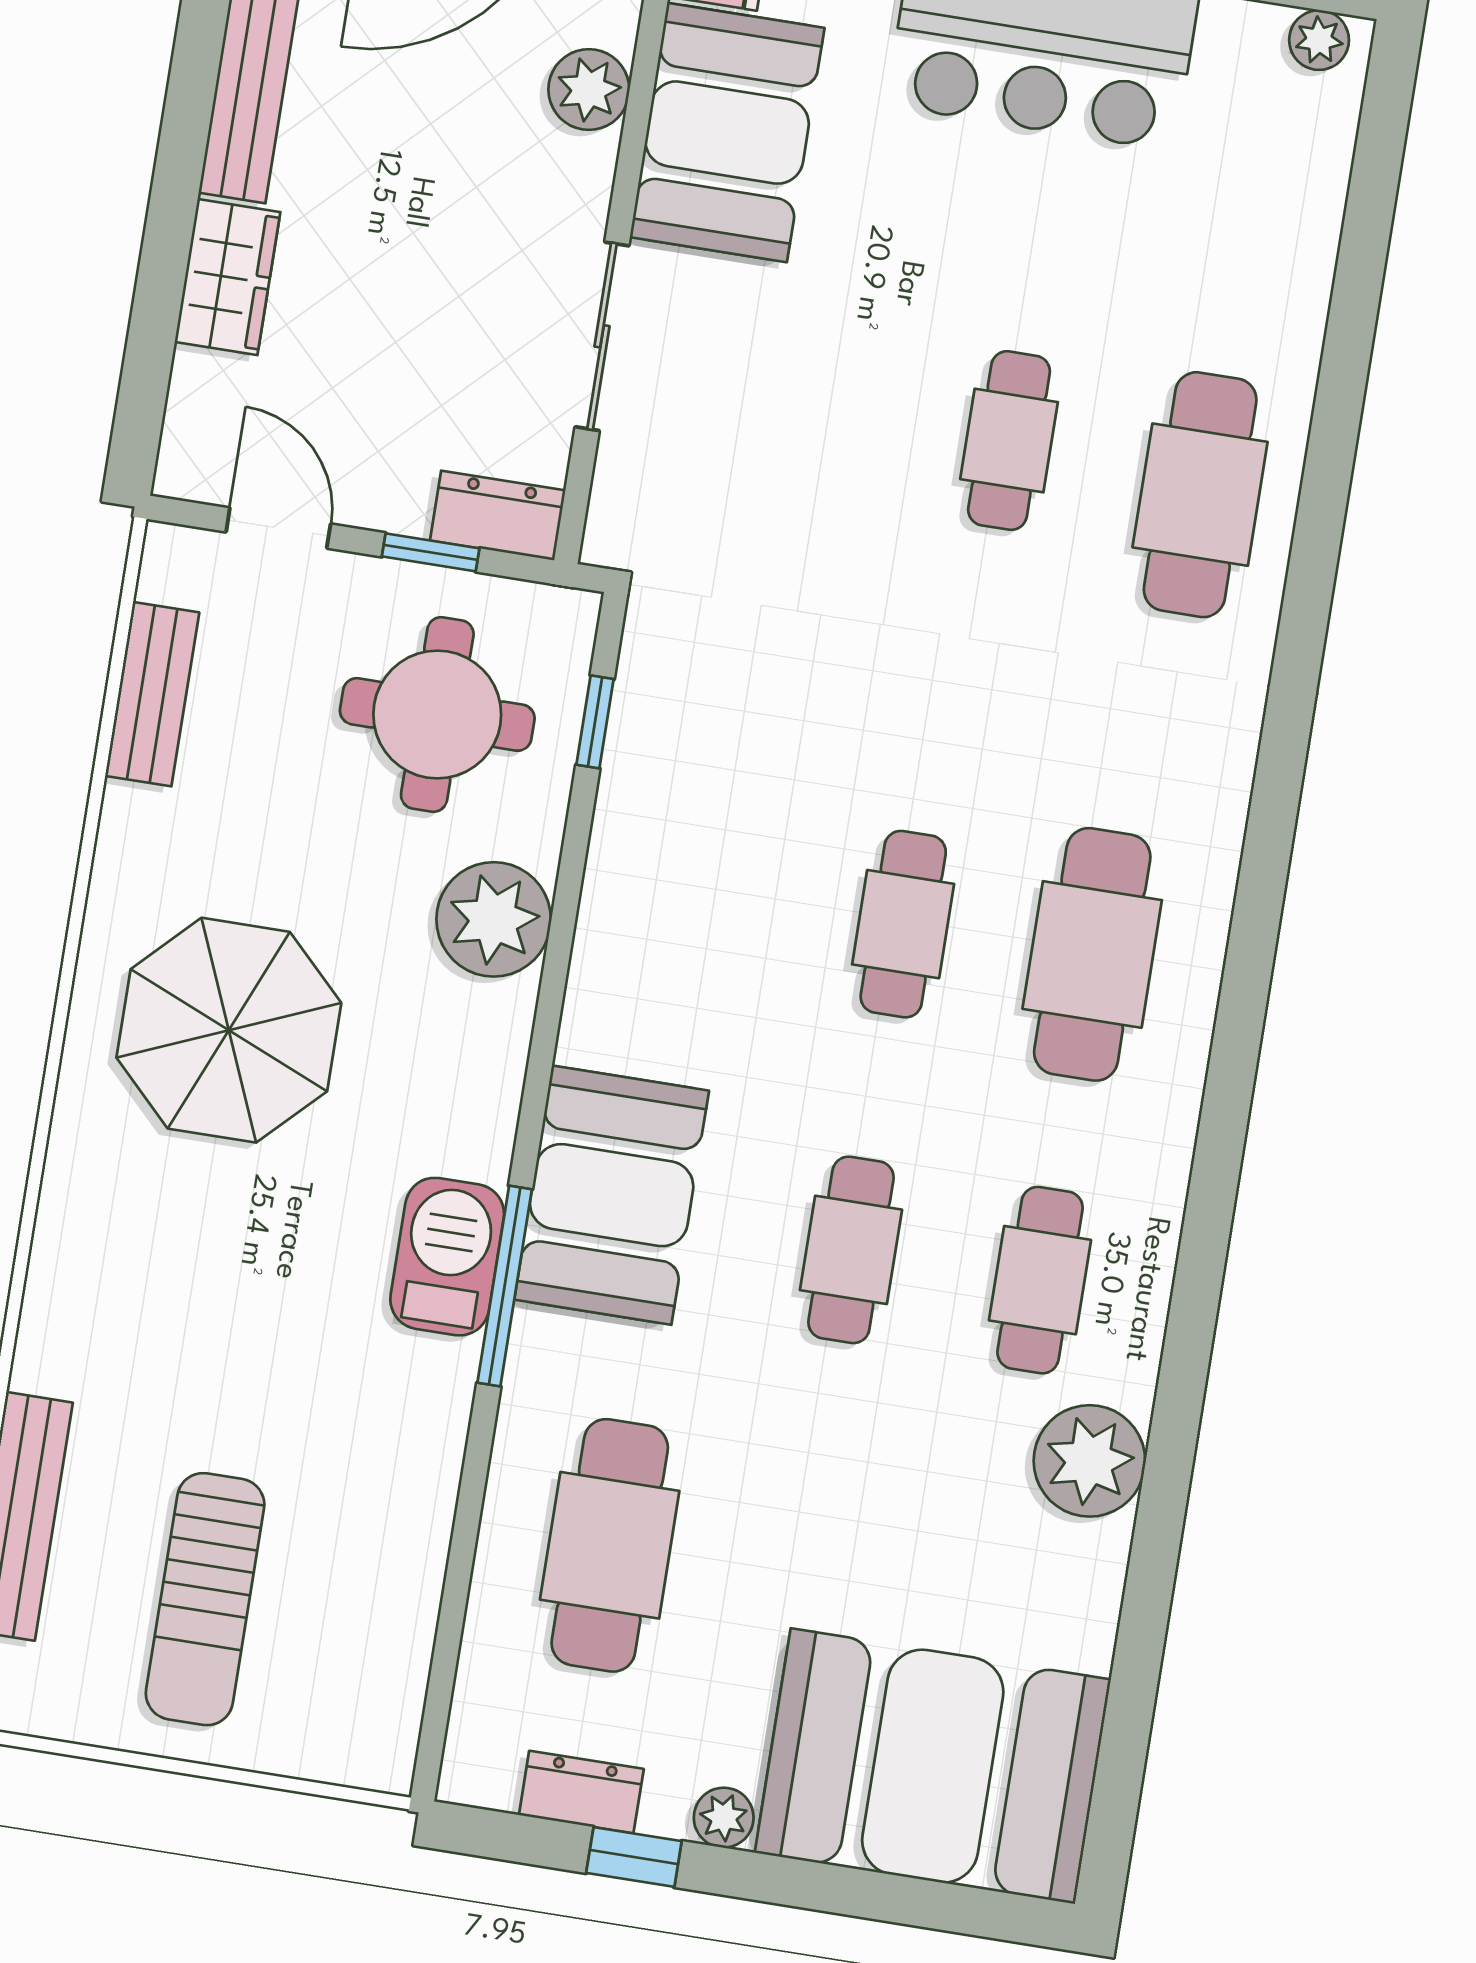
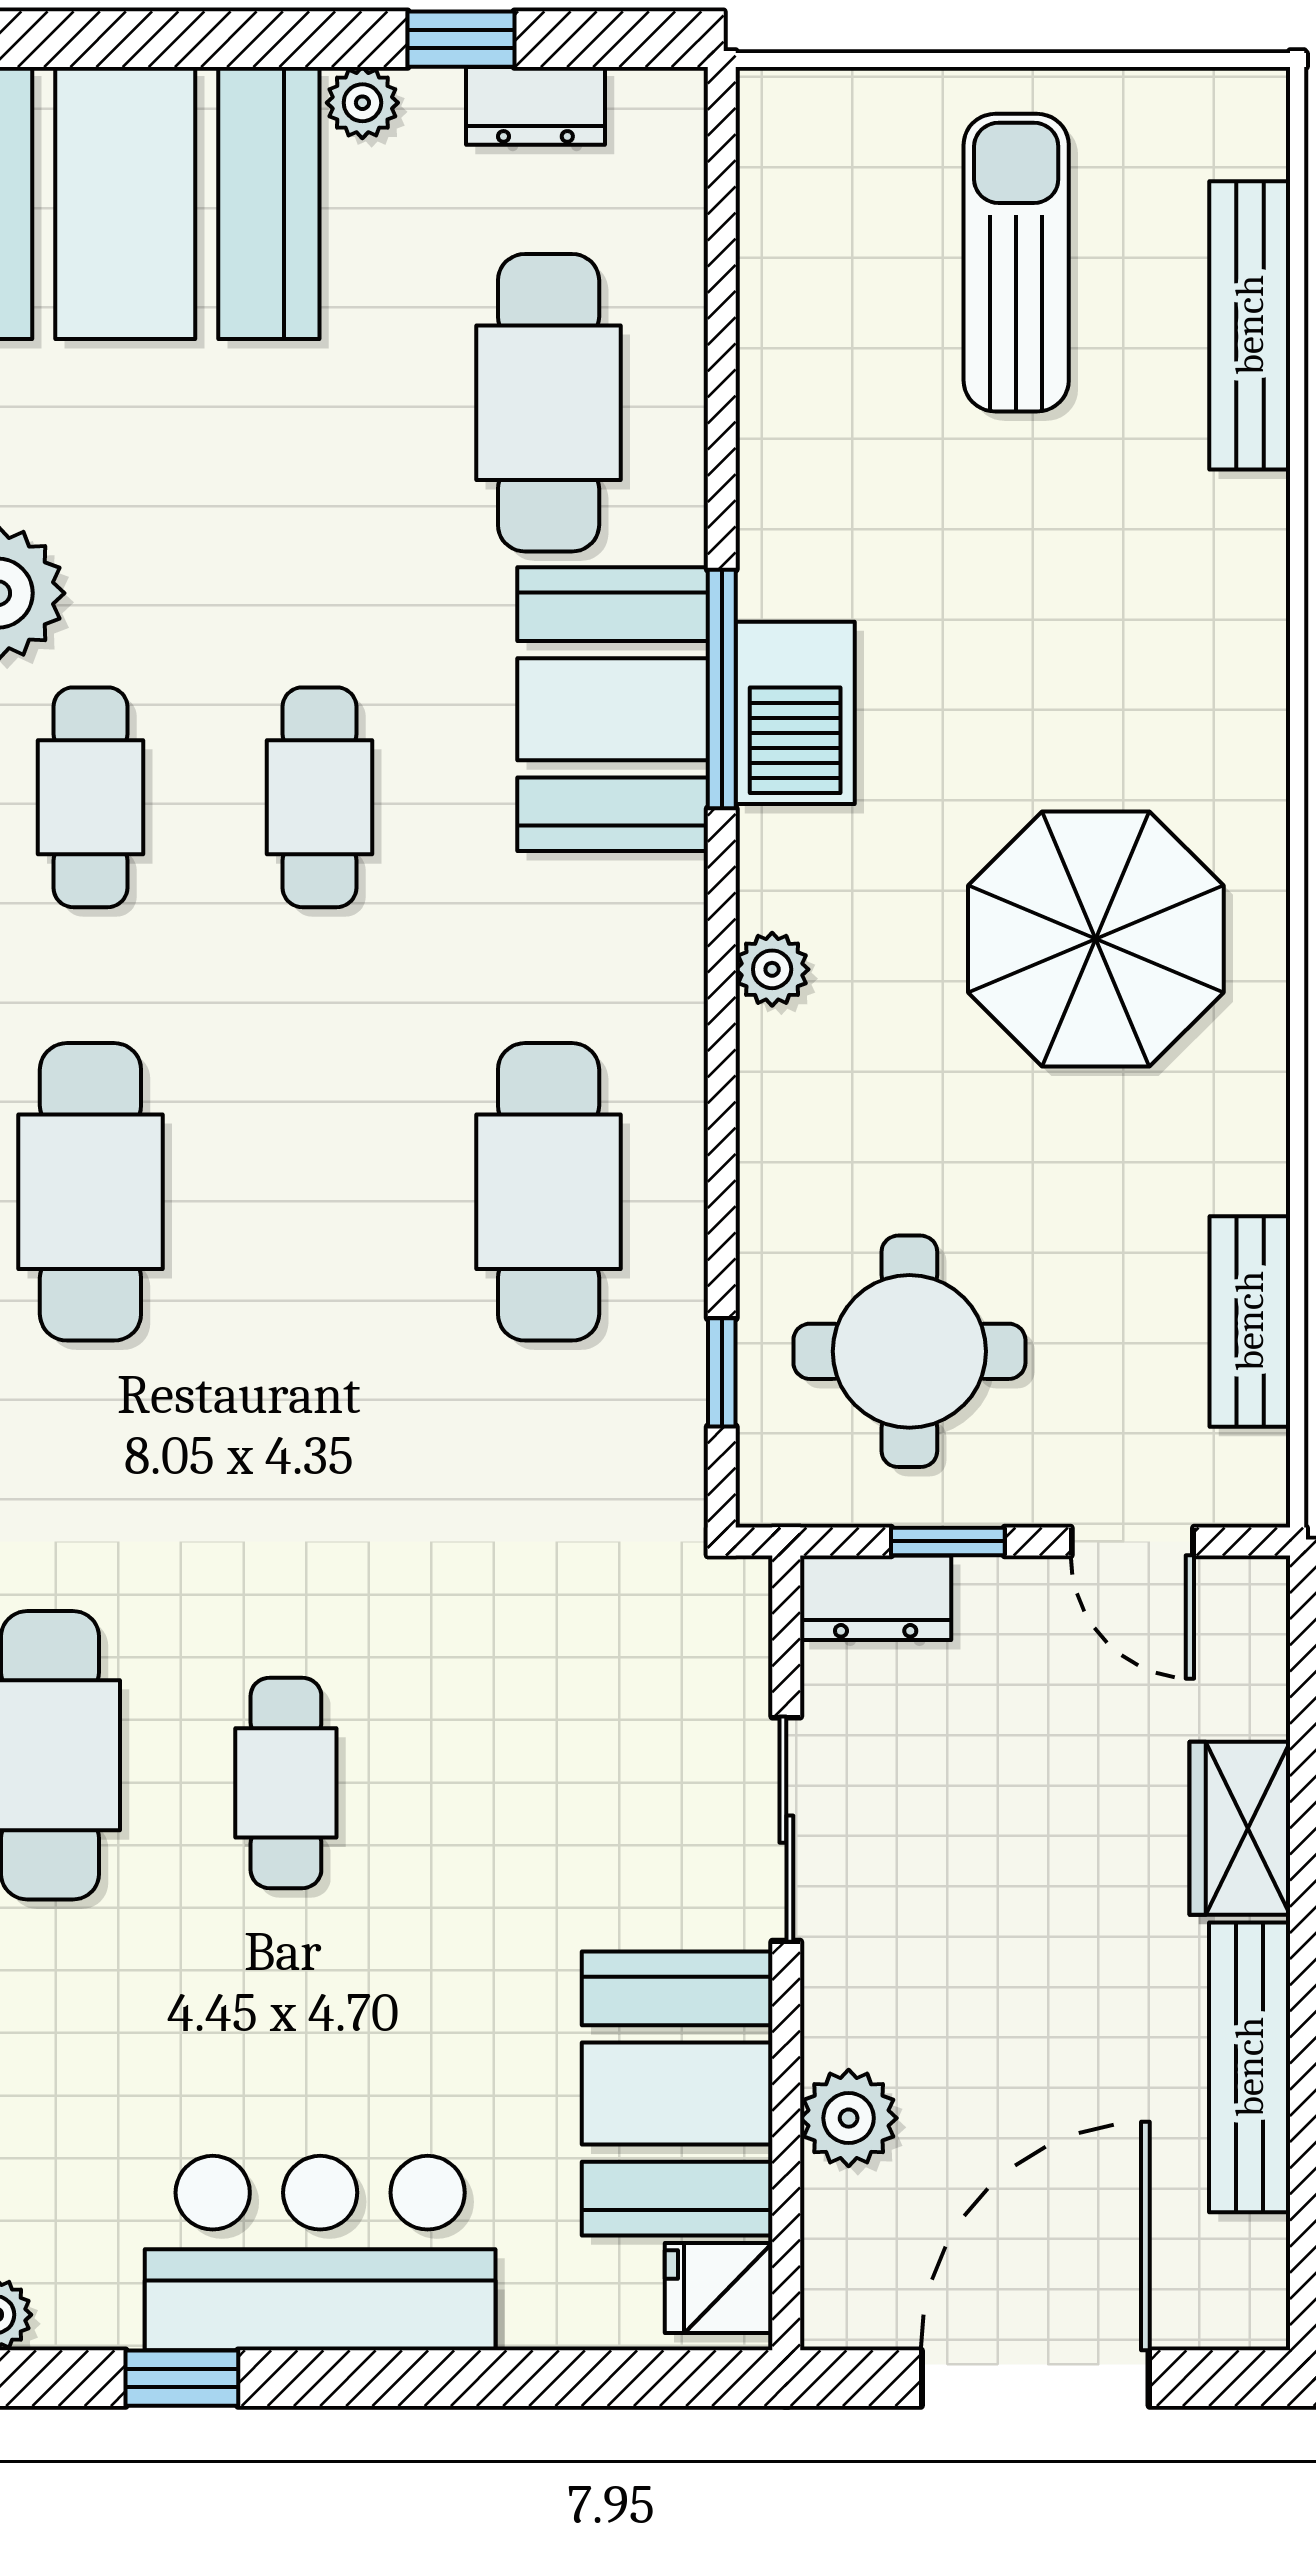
plant: (494, 919) -> (772, 969), moved, width x0.53, depth x0.53
cafe table: (903, 924) -> (549, 1192), moved, width x1.37, depth x1.35
booth: (612, 1195) -> (613, 709), moved

